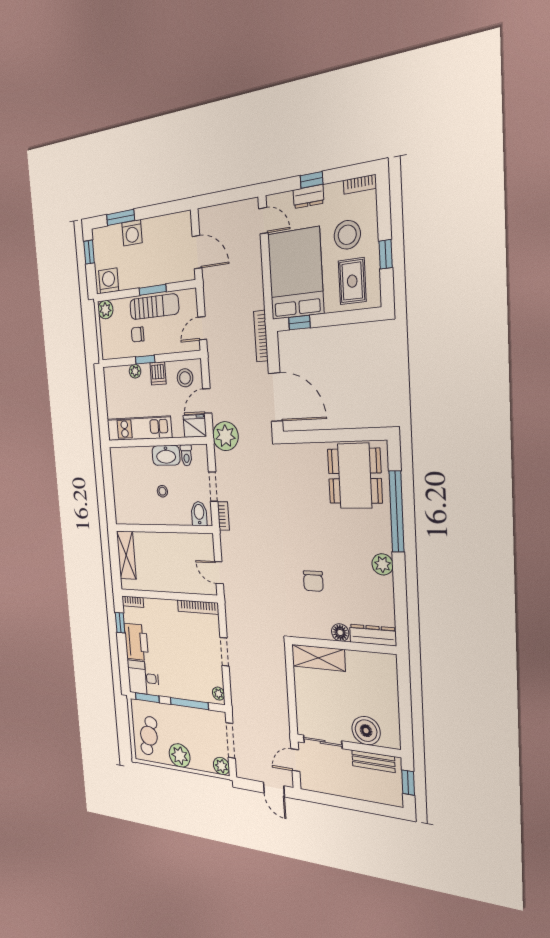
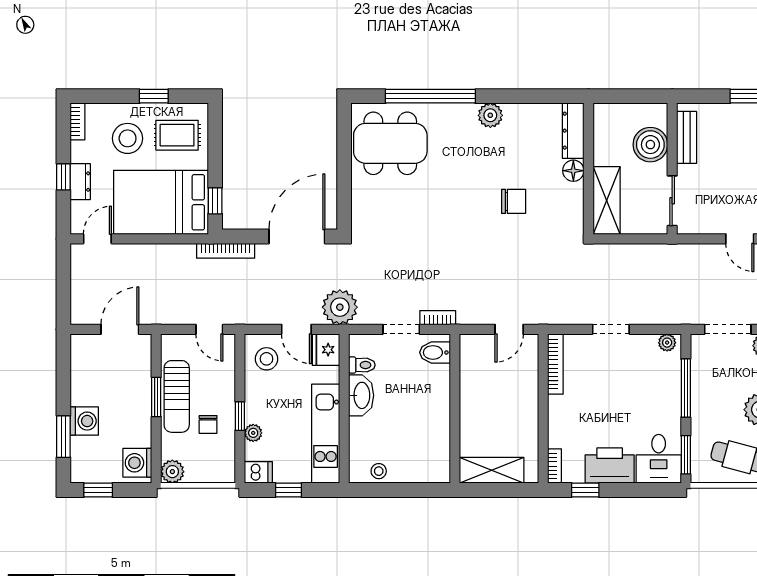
sun lounger: (154, 307) -> (177, 396), turned 180
dishwasher: (158, 373) -> (258, 472), moved
window: (102, 402) -> (288, 490), added
stool: (162, 491) -> (379, 471), moved
boiler: (366, 731) -> (650, 145), moved
sliding door: (323, 742) -> (672, 201), moved
wall: (348, 746) -> (672, 169), moved
bench: (373, 761) -> (687, 137), moved

